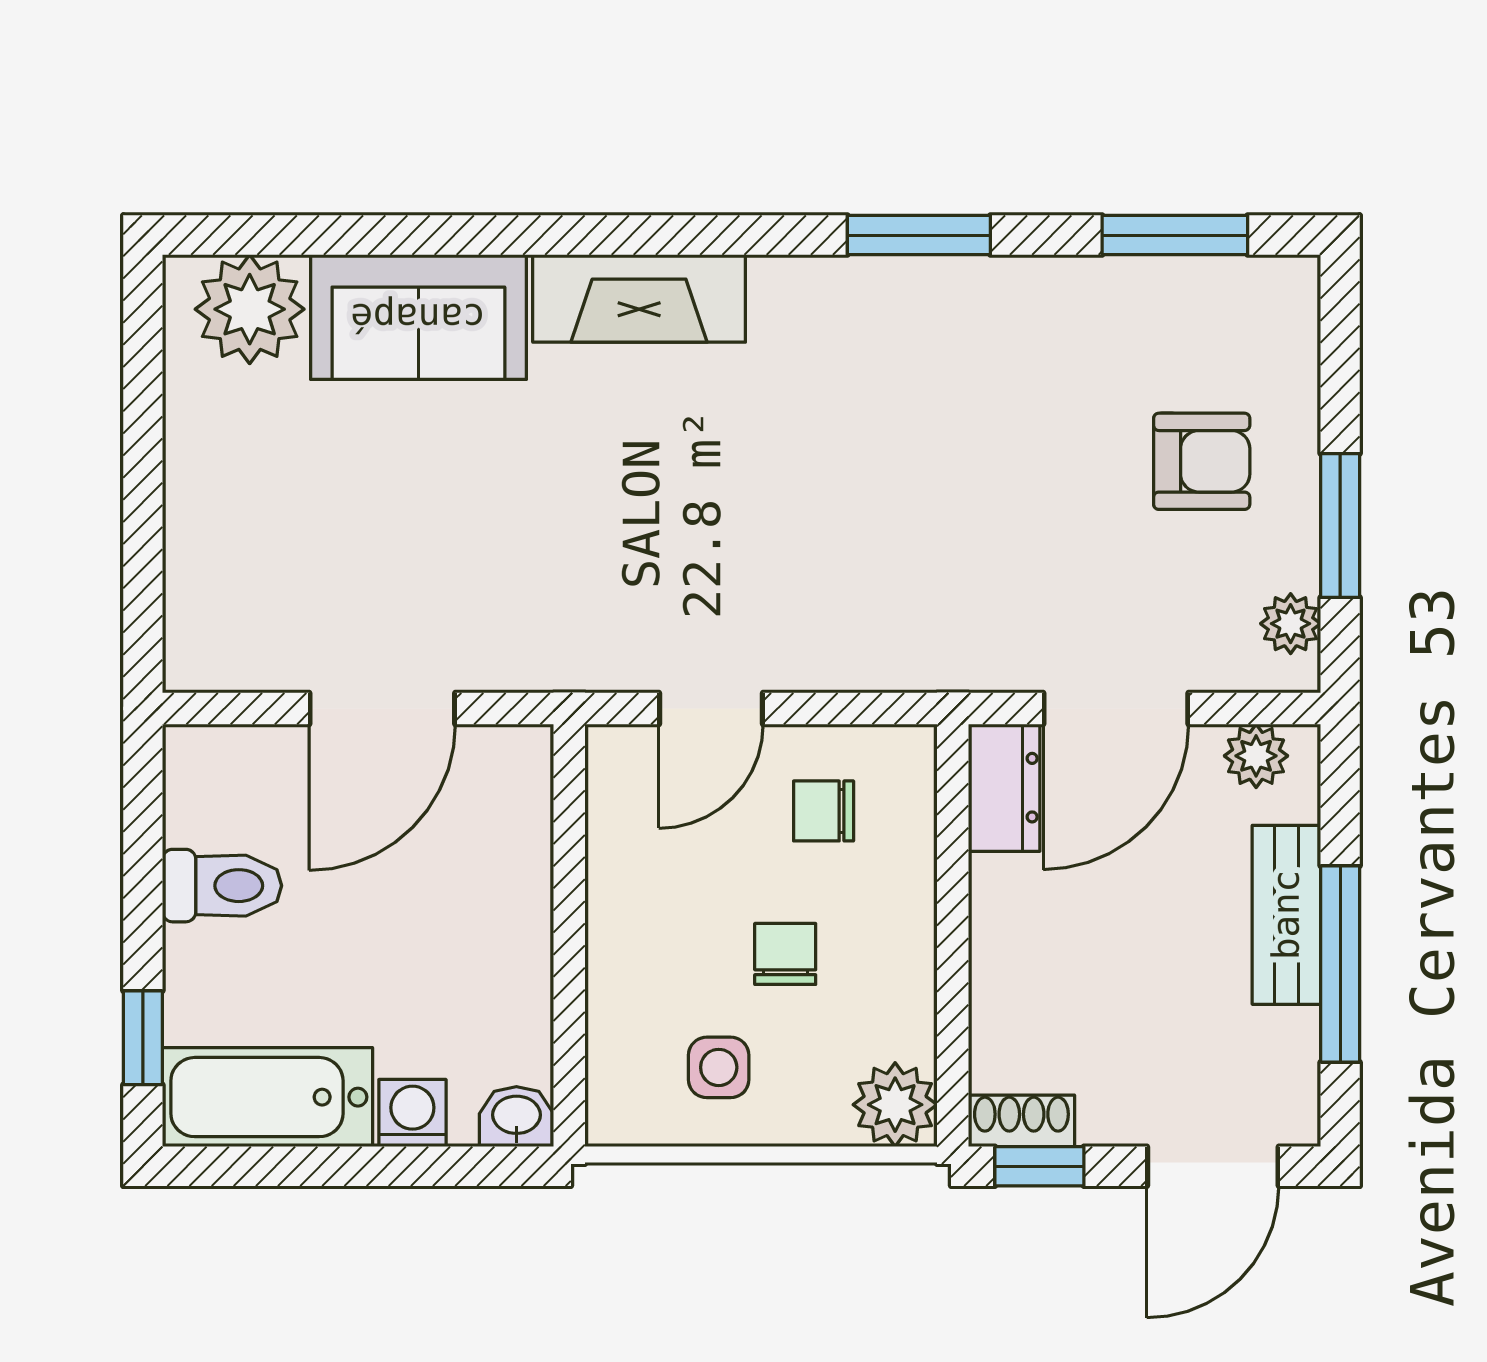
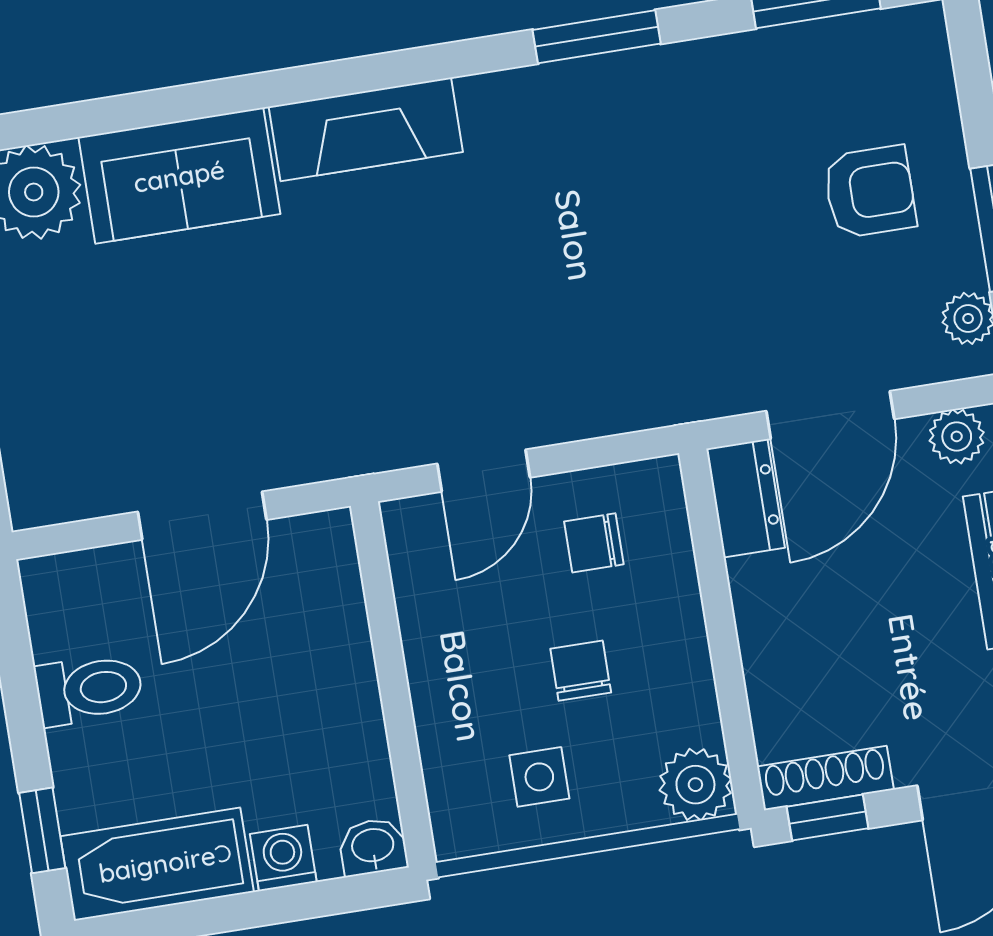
shoe rack: (1021, 1121) -> (825, 778), width x1.43

